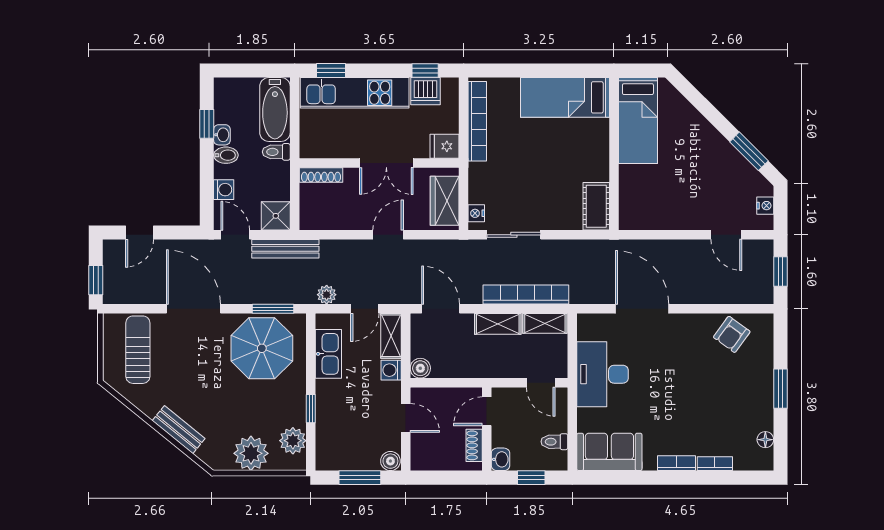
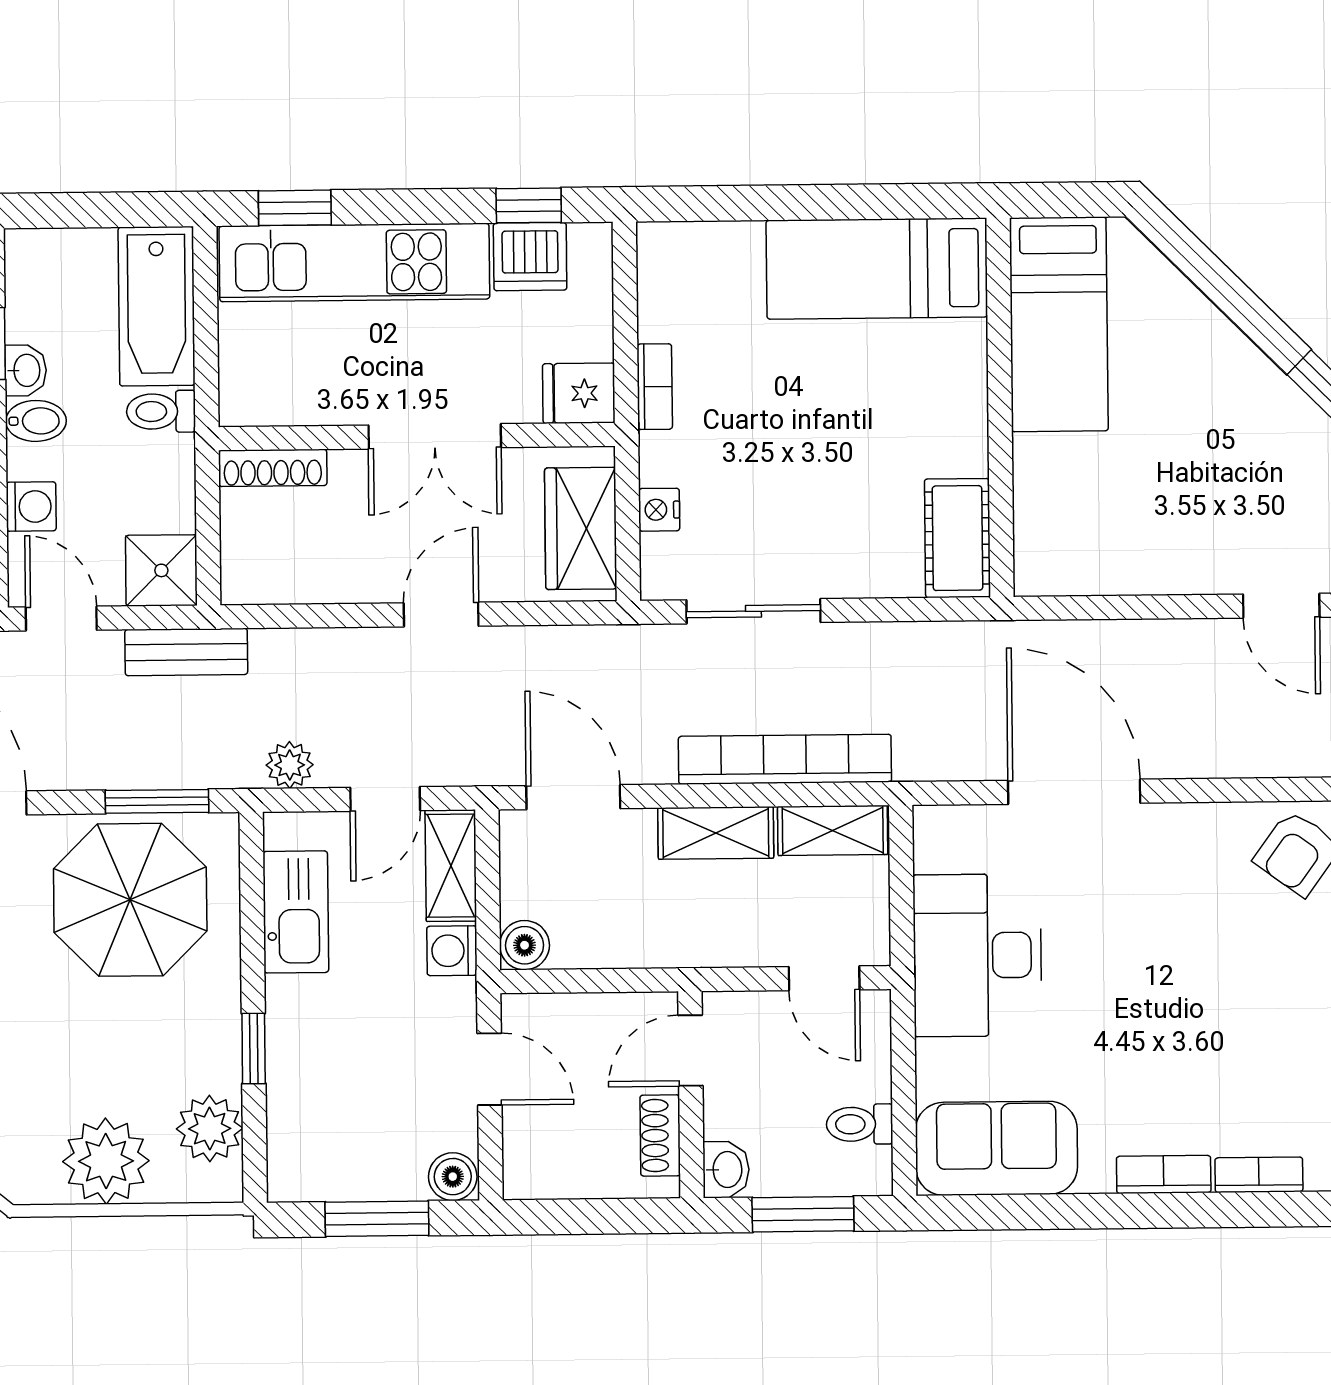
bookcase: (477, 121) -> (655, 387), width x0.43, depth x0.76
nightstand: (476, 213) -> (659, 510), moved
bench: (285, 249) -> (186, 652), width x0.73
window: (531, 478) -> (803, 1214), width x1.50

